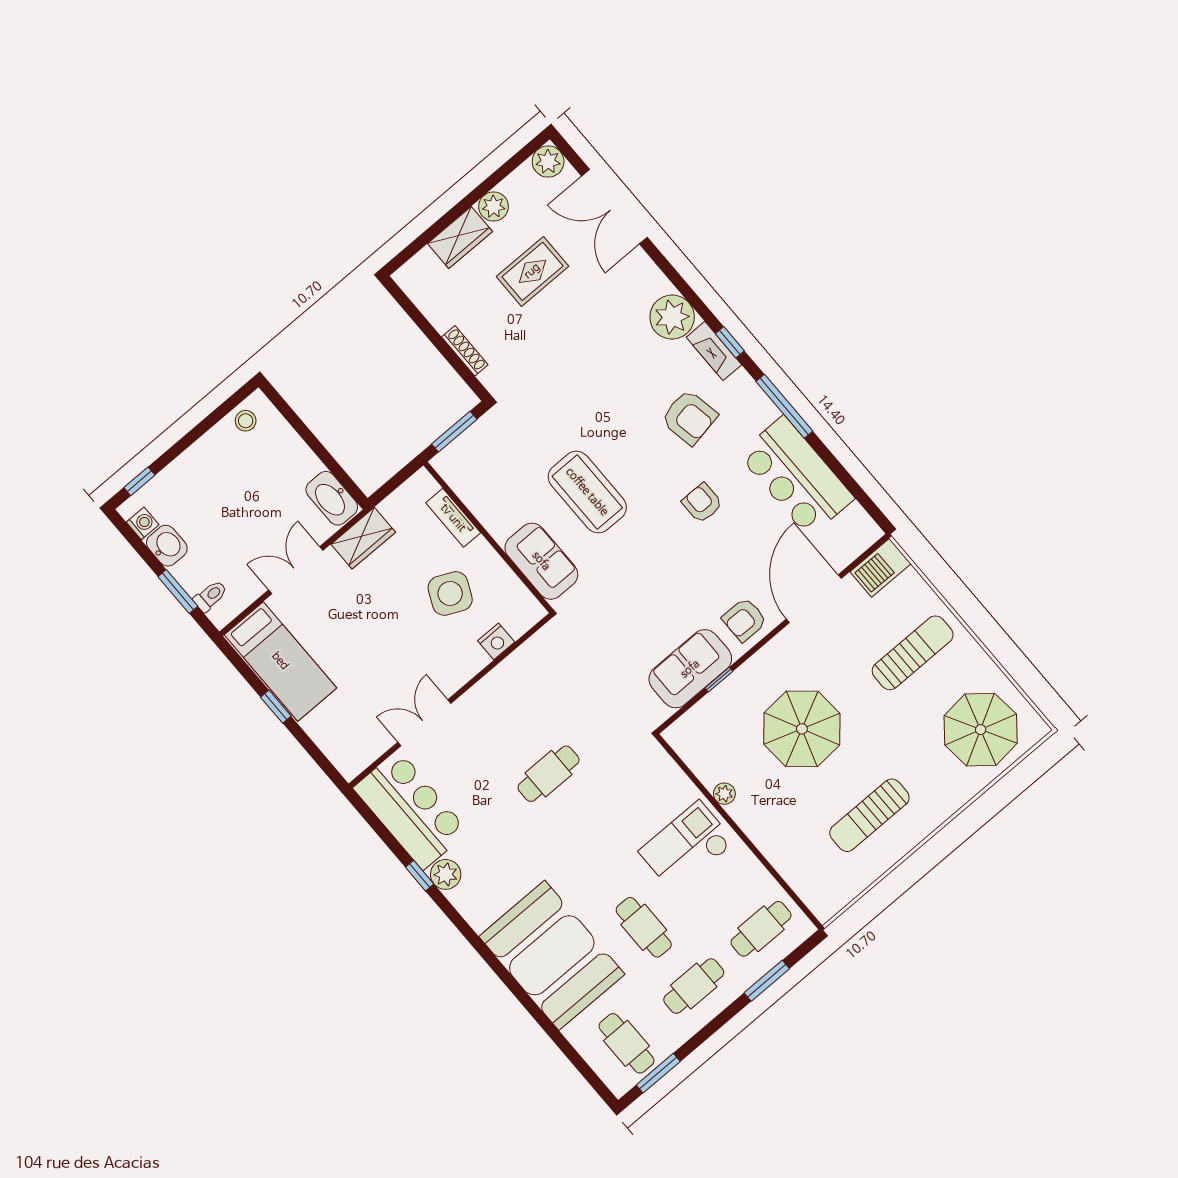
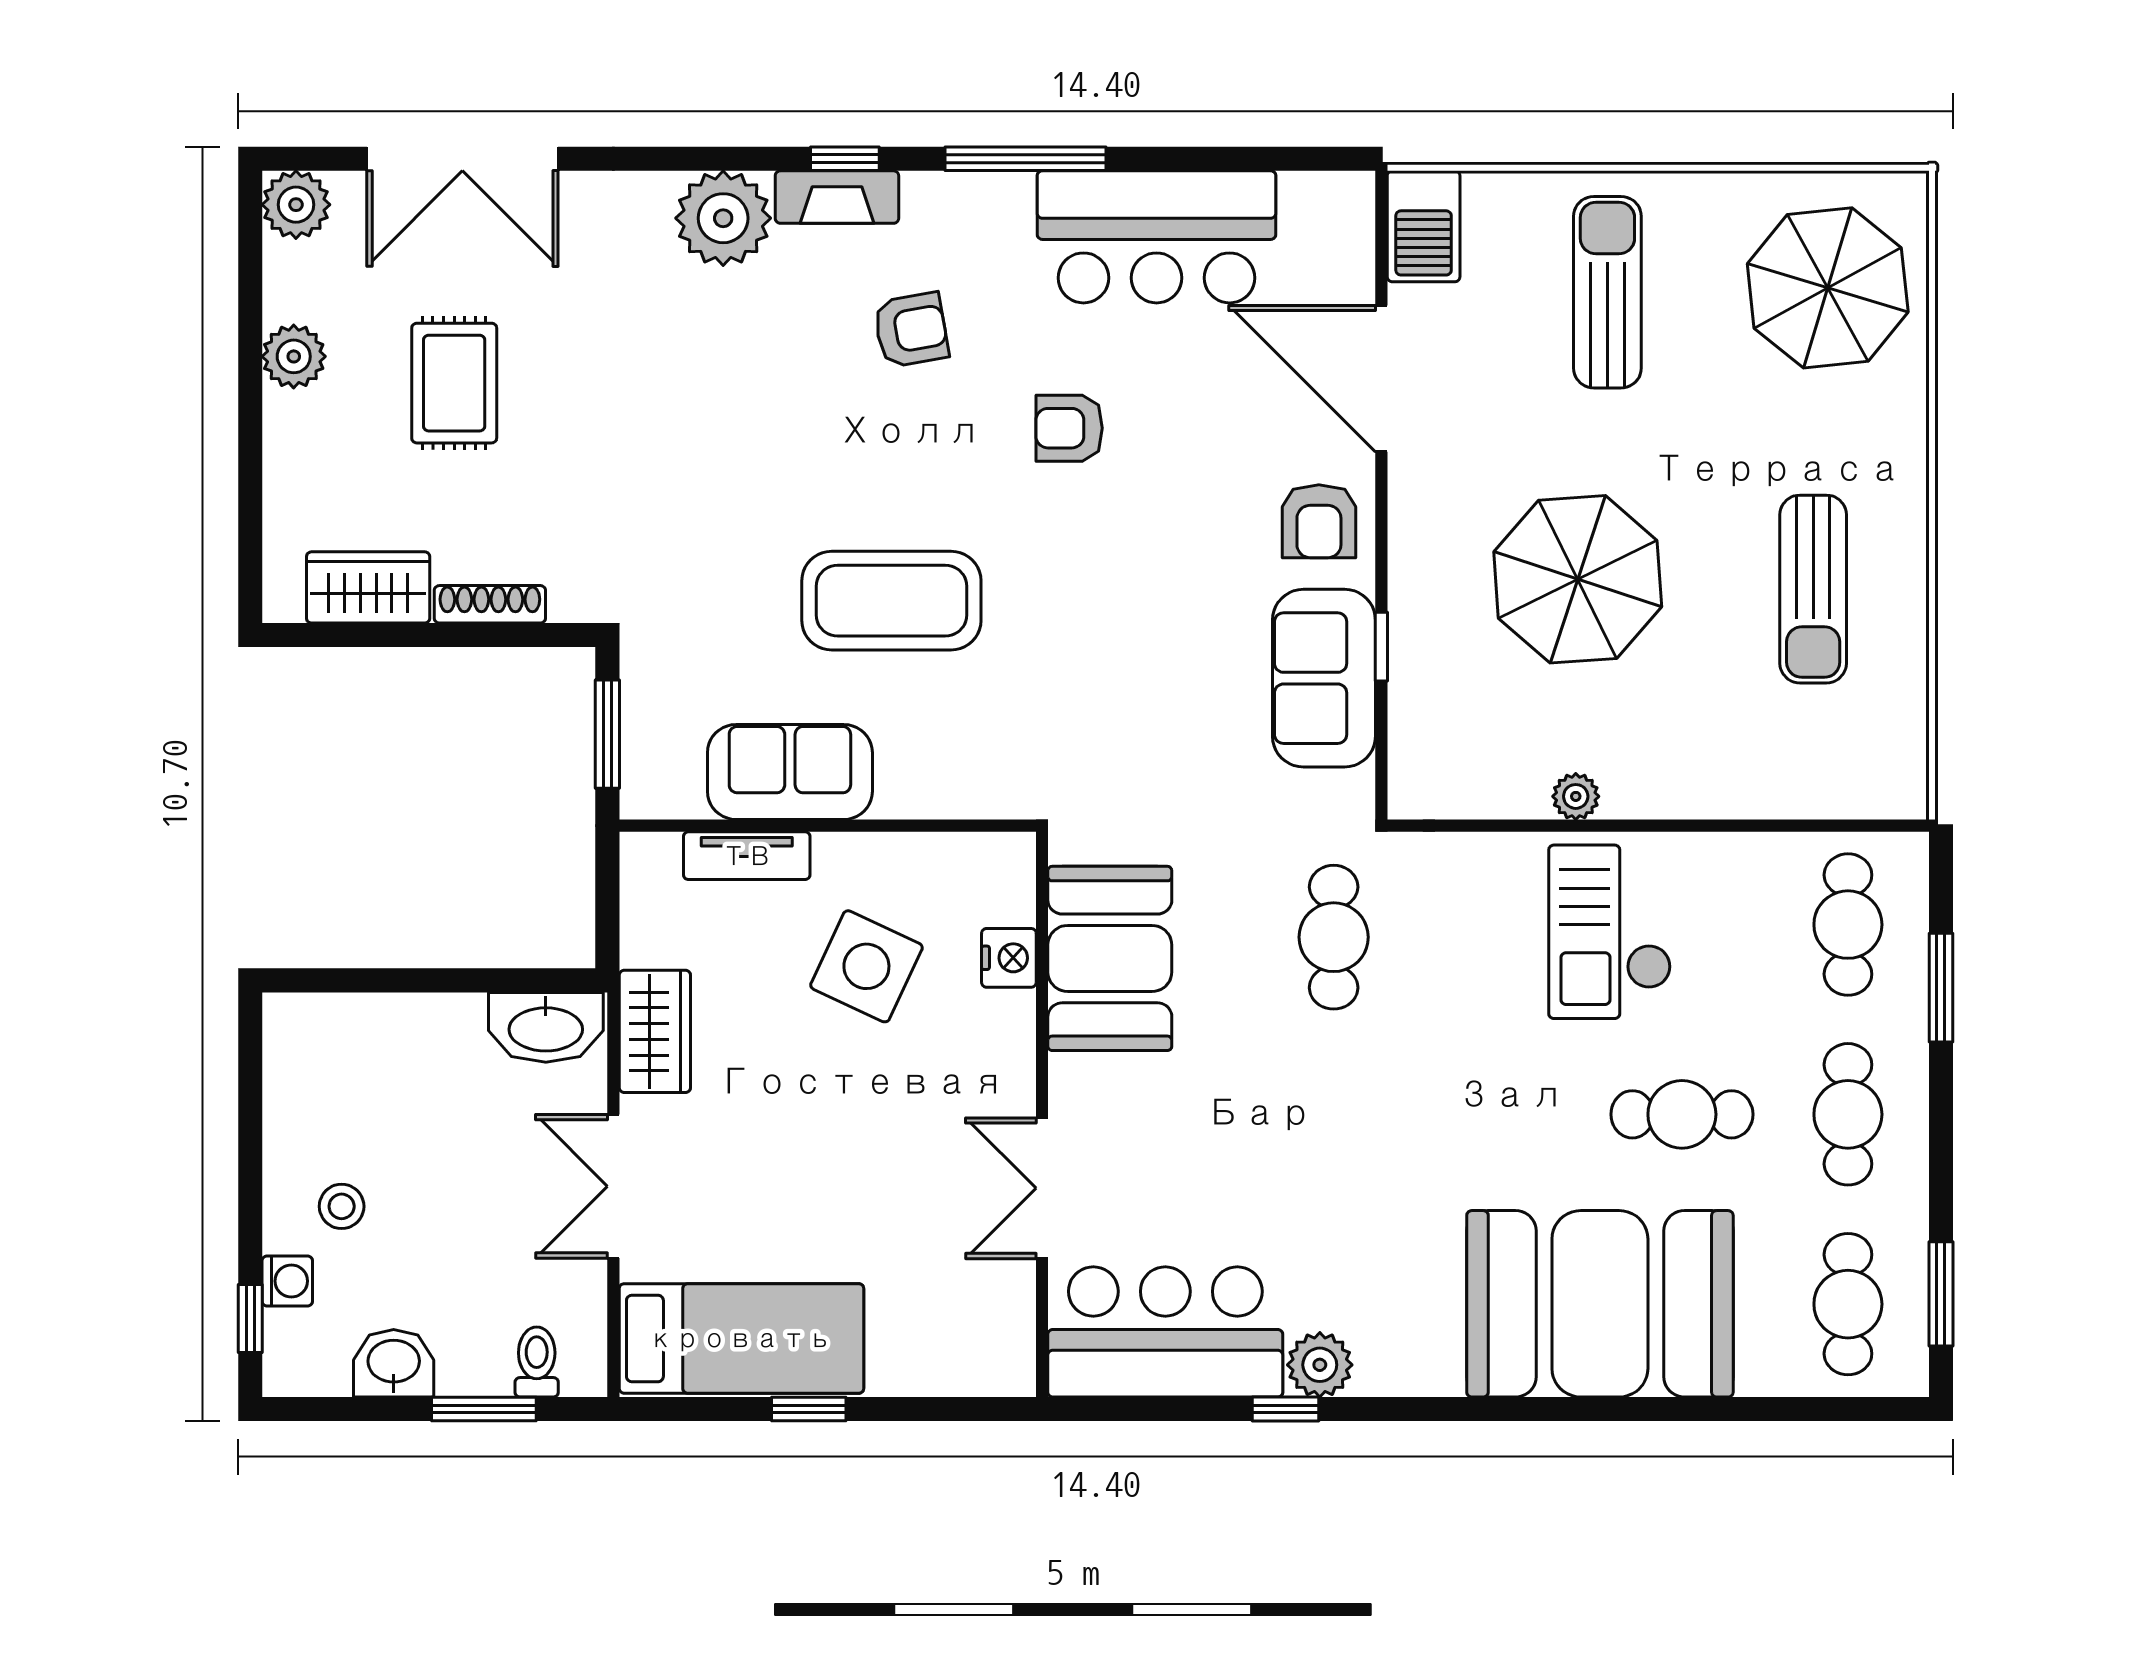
wardrobe: (460, 238) -> (368, 587), moved, turned -90
armchair: (689, 417) -> (911, 330), width x0.72, depth x0.72
stool: (246, 421) -> (342, 1206), moved
washing machine: (143, 523) -> (287, 1281), moved, turned 90
sofa: (541, 561) -> (790, 772), moved
booth: (526, 677) -> (1110, 958), added
cafe table: (549, 774) -> (1334, 937), moved
cafe table: (626, 1043) -> (1848, 1304), turned 90

